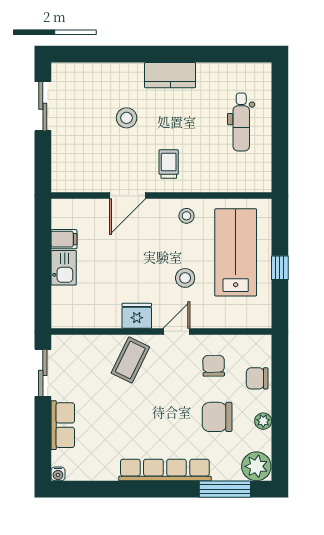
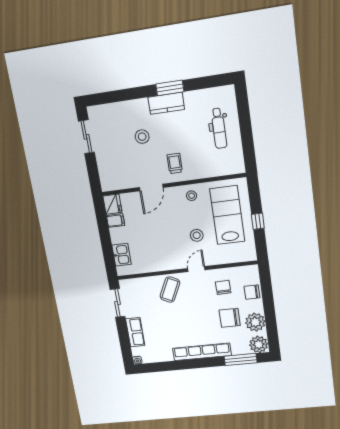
window: (179, 54) -> (170, 88), added
kitchen sink: (64, 268) -> (122, 255), moved
fridge: (137, 316) -> (112, 204), moved, turned 90
plant: (263, 421) -> (255, 322), width x1.88, depth x1.88

